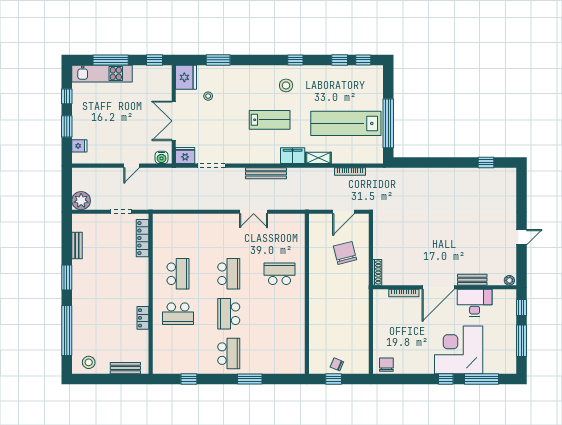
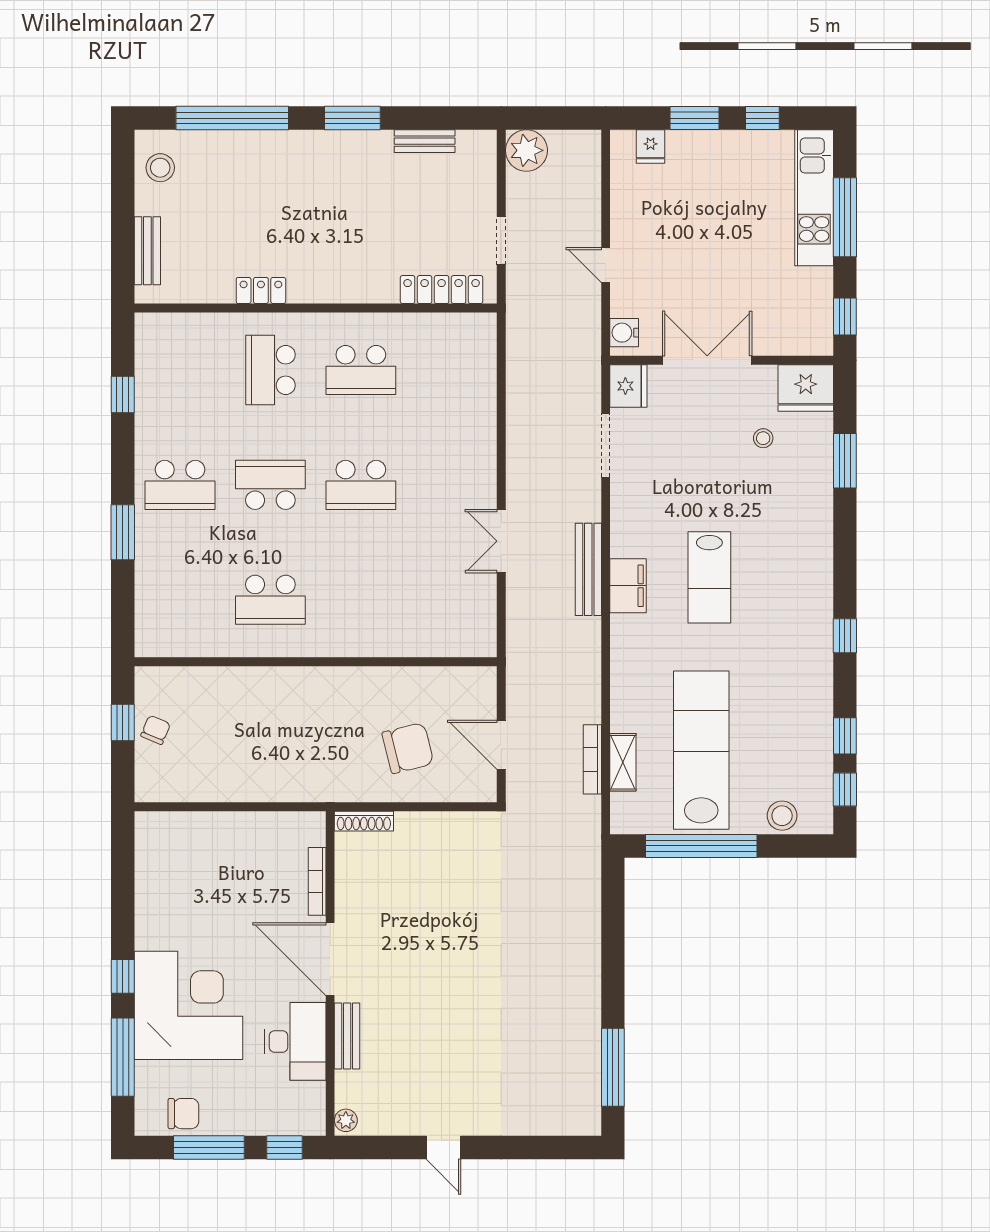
stool: (286, 85) -> (782, 816), moved
filing cabinet: (293, 156) -> (628, 586), moved
shelving: (318, 158) -> (623, 762), moved
window: (486, 162) -> (613, 1067), width x2.17
school desk: (279, 274) -> (270, 600), moved, turned 90
chair: (386, 365) -> (183, 1114), moved

